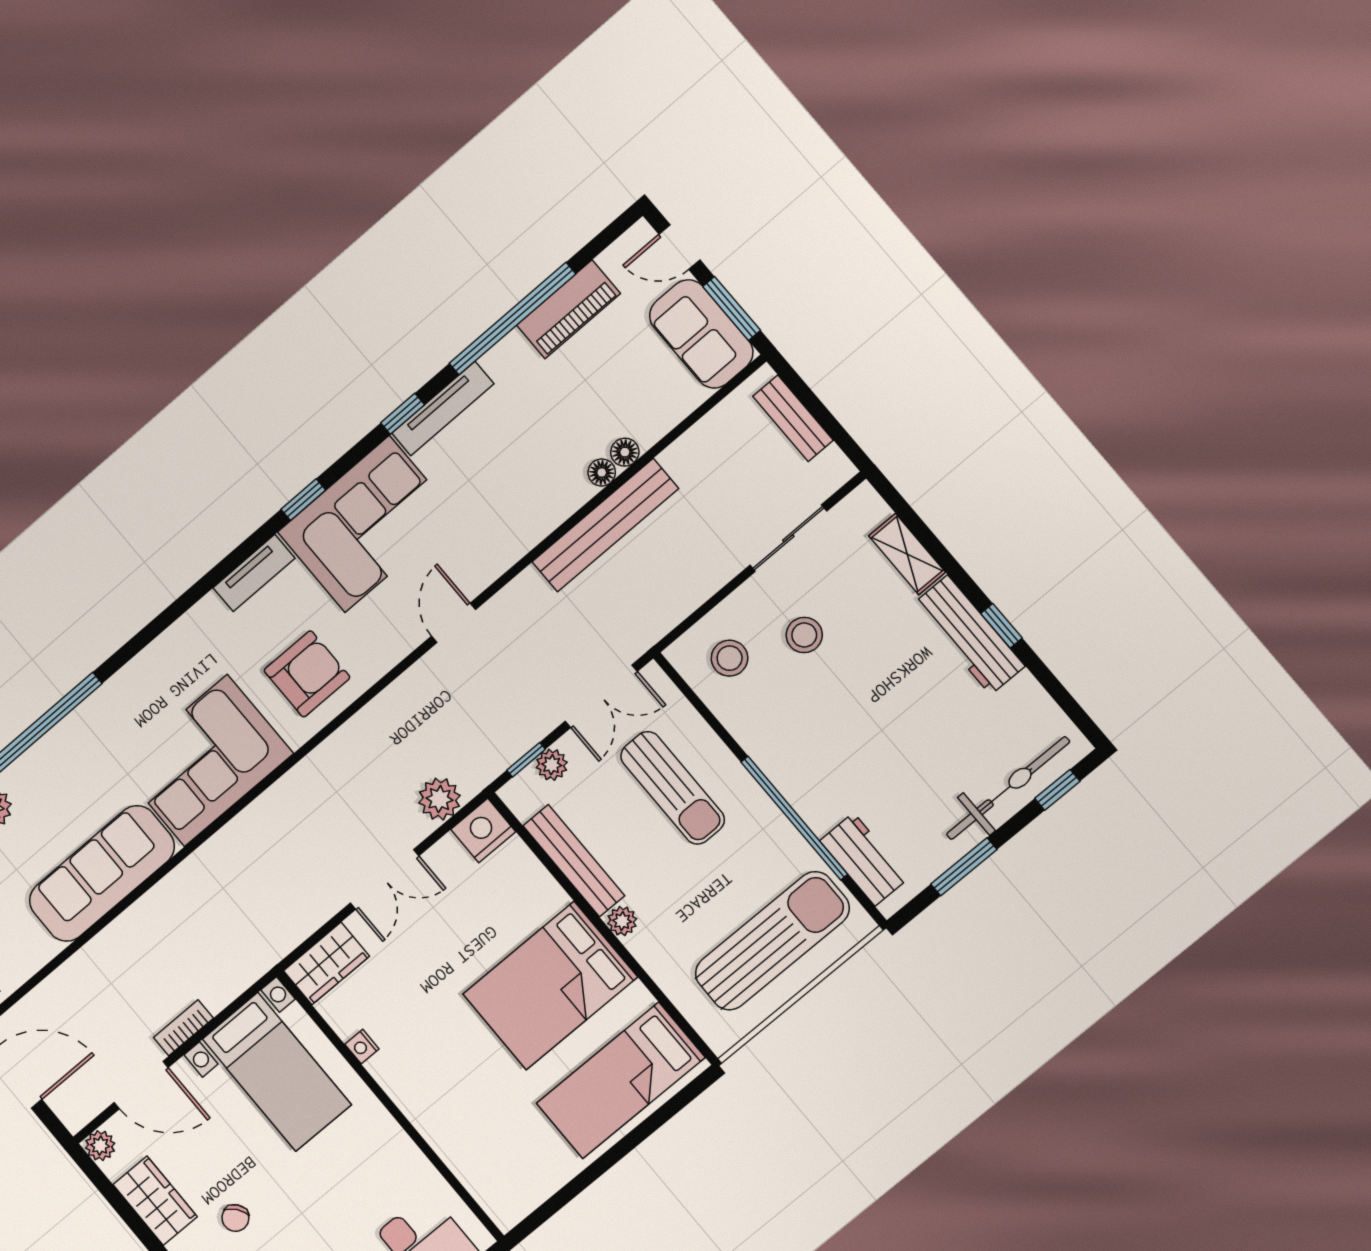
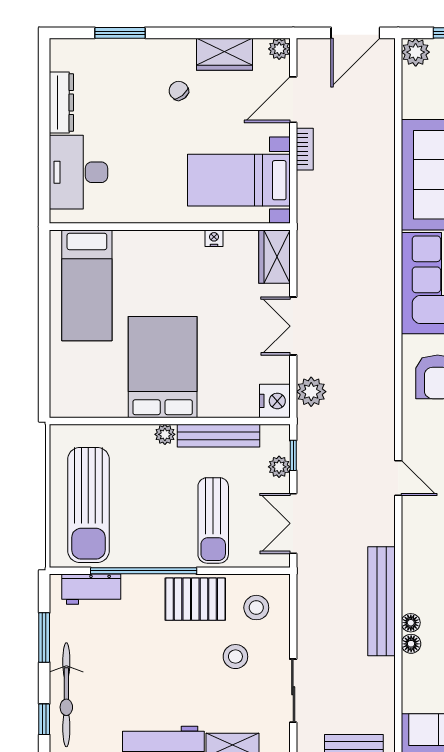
pallet: (777, 734) -> (195, 599), added
sun lounger: (673, 788) -> (213, 520), turned -90
bed: (621, 1080) -> (87, 285), moved, turned 180

